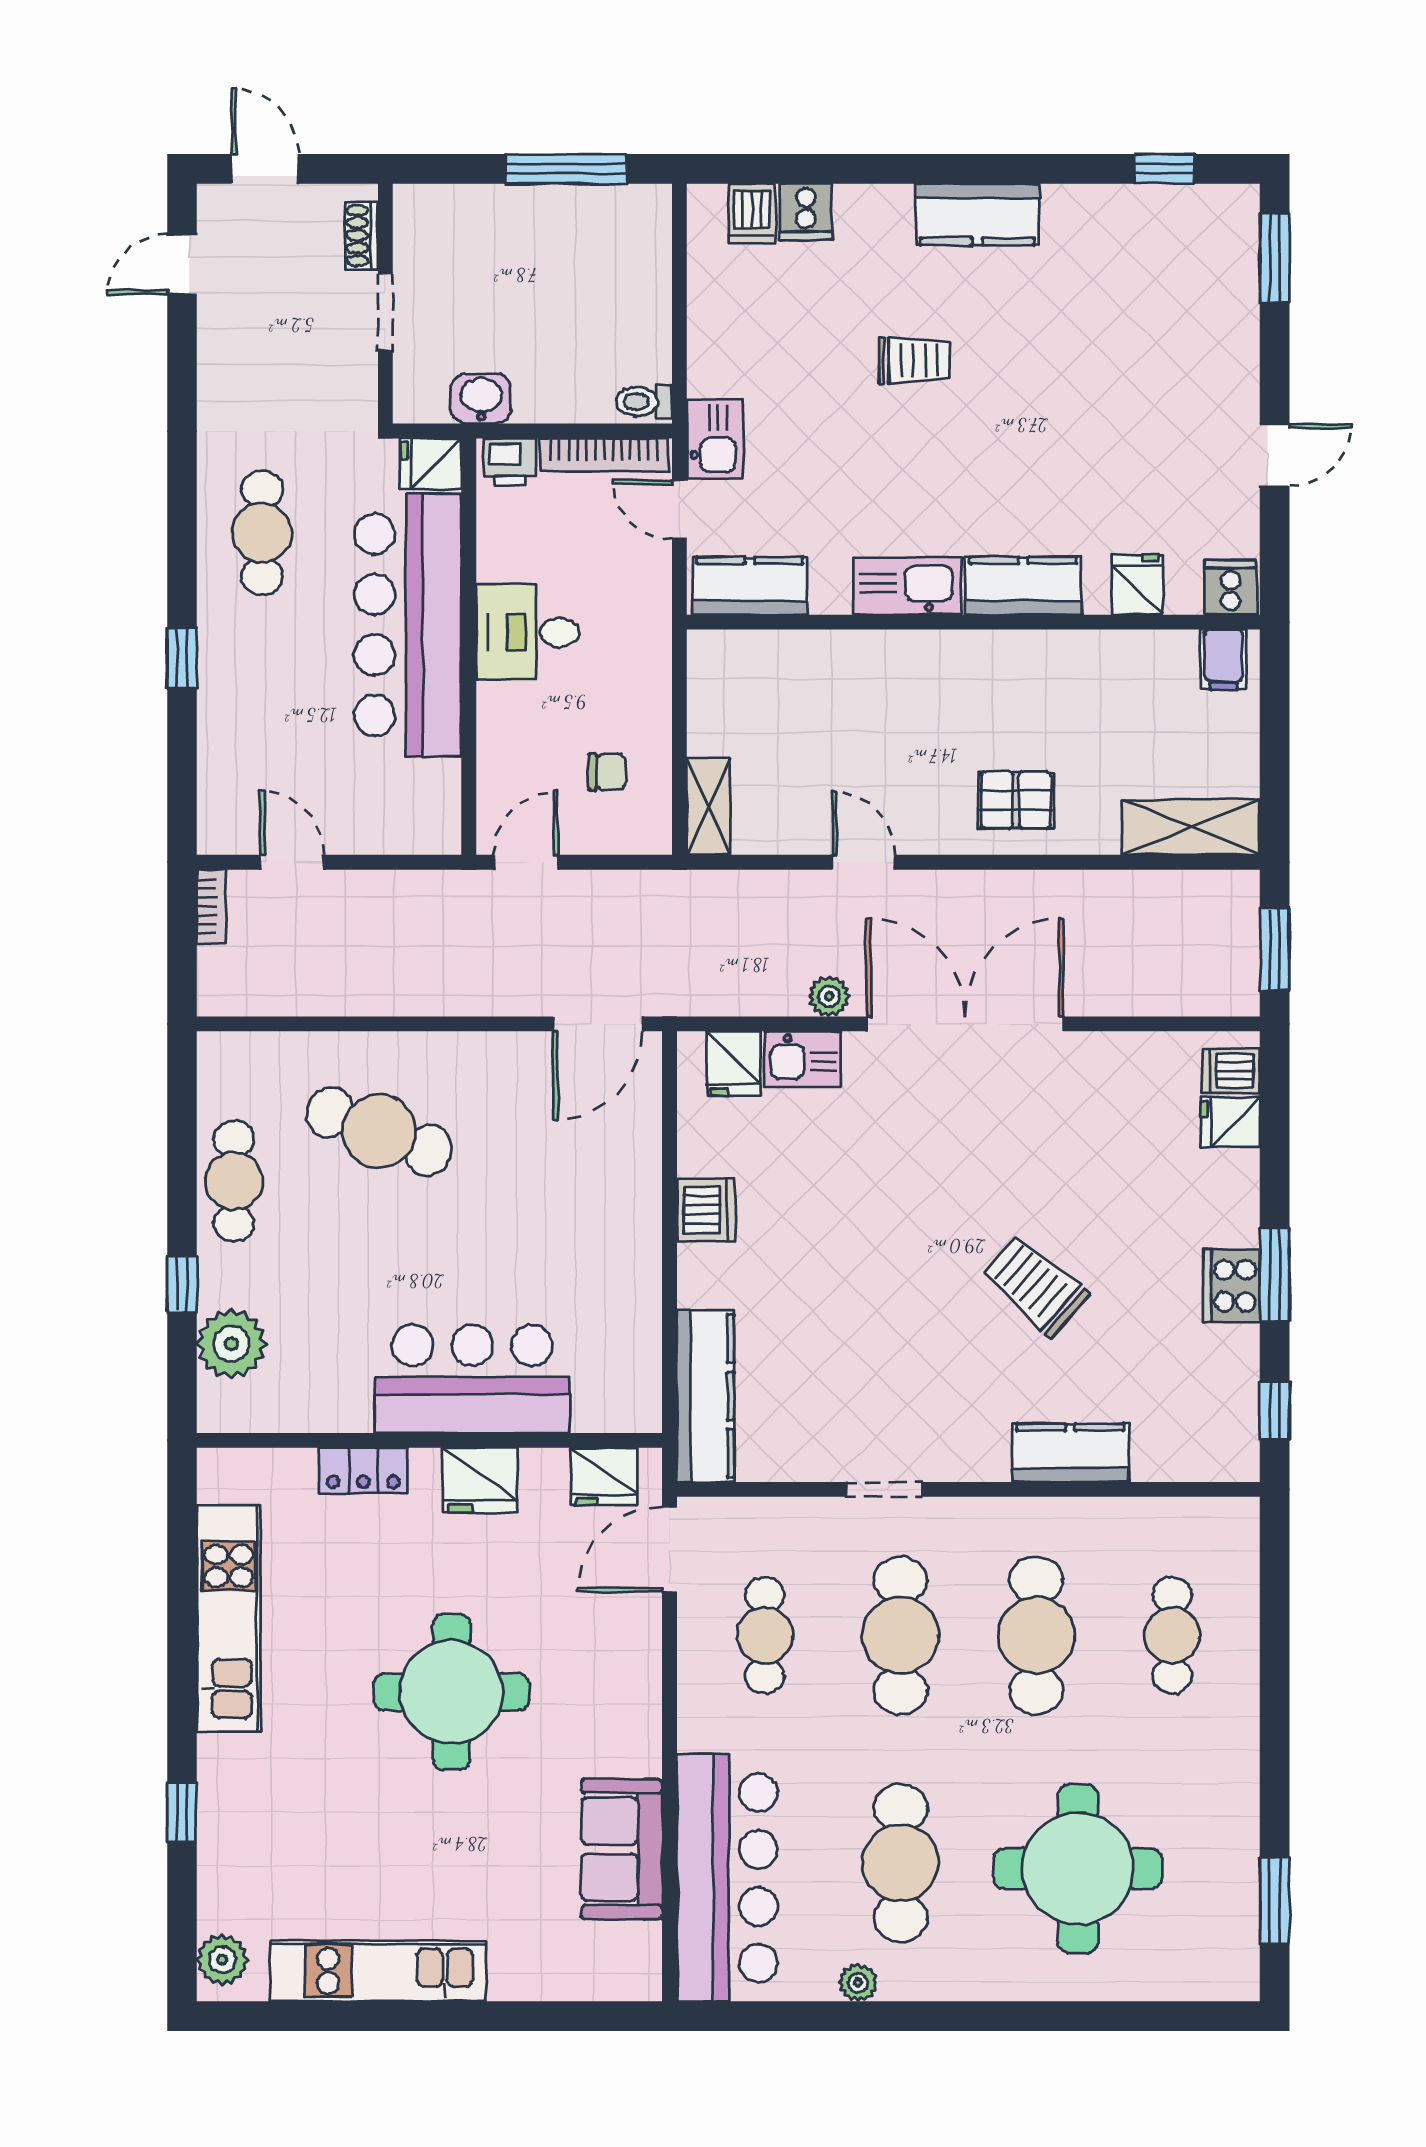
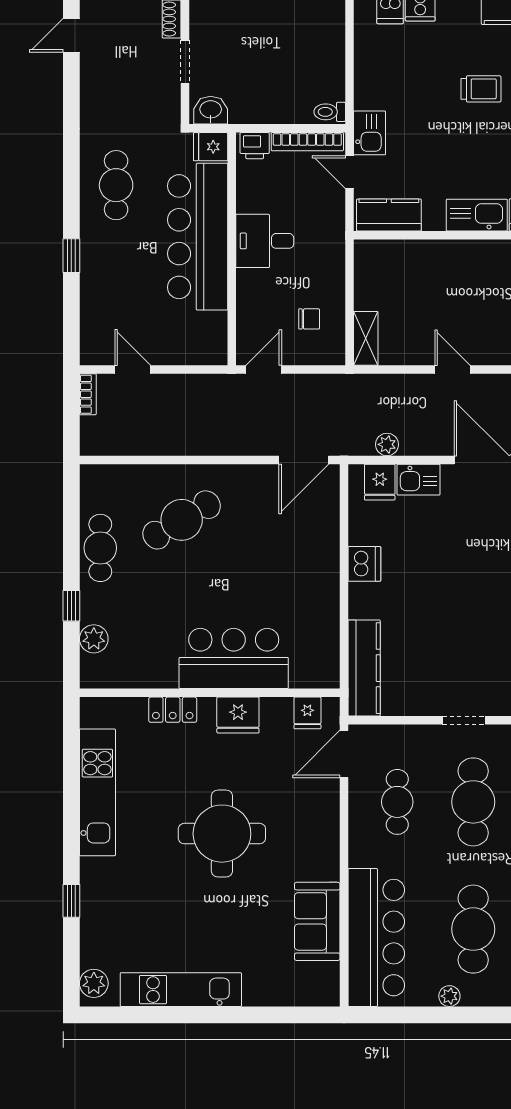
washbasin: (481, 399) -> (211, 110), moved
plant: (829, 996) -> (387, 444), moved
cafe table: (379, 1131) -> (182, 520), turned -52
plant: (231, 1344) -> (94, 639), width x0.73, depth x0.73
fridge: (604, 1476) -> (307, 713), width x0.72

